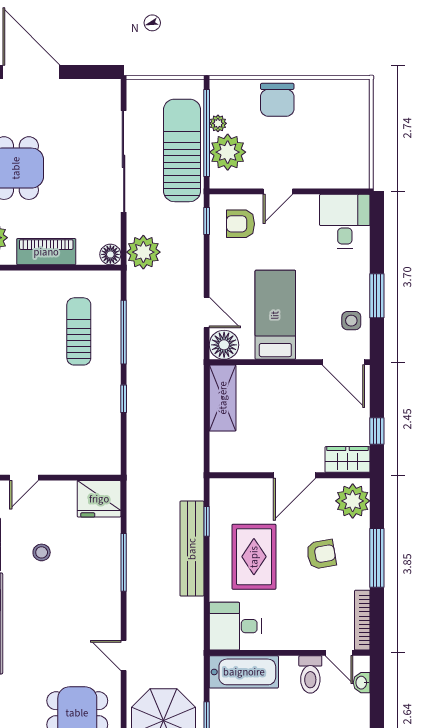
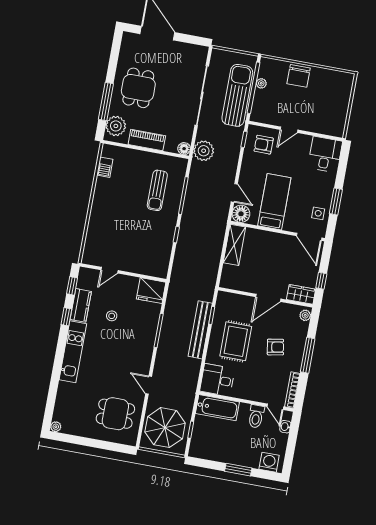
plant: (228, 152) -> (264, 101), removed
sun lounger: (79, 331) -> (157, 190), turned 180
plant: (353, 501) -> (305, 315), width x0.53, depth x0.53

